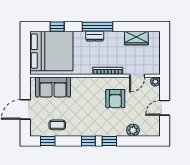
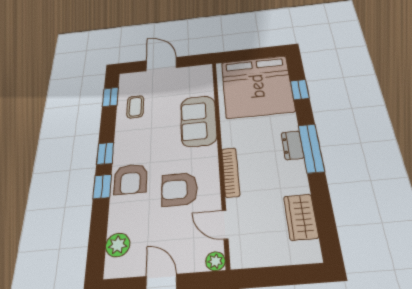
sofa: (53, 87) -> (199, 121), moved
armchair: (106, 125) -> (130, 179), added
plant: (133, 130) -> (118, 245), moved

